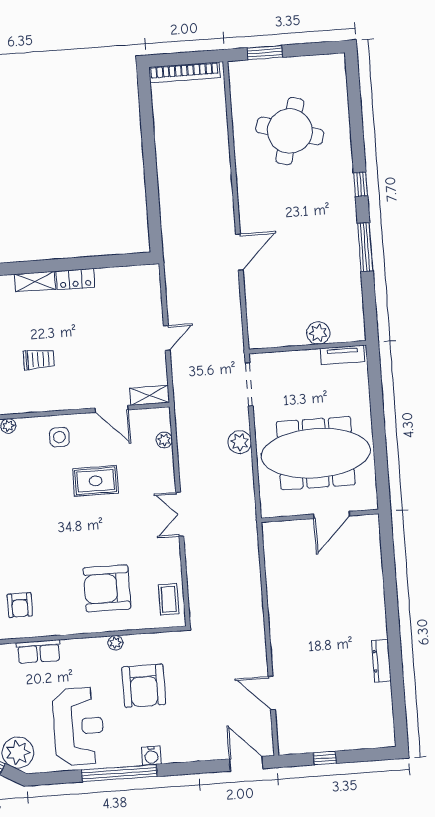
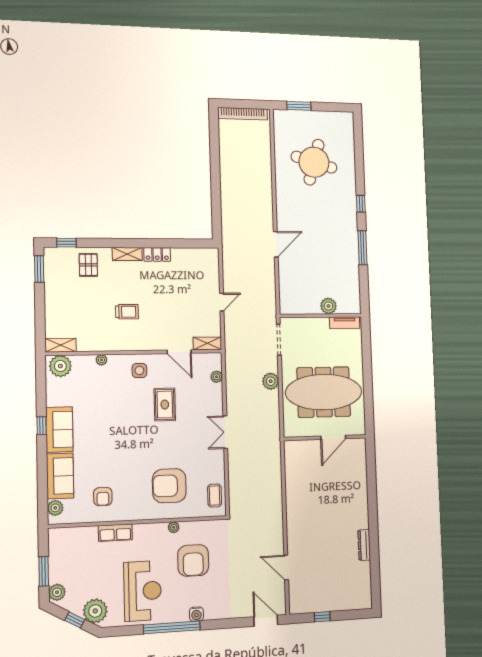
rug: (96, 481) -> (165, 405), turned 90

